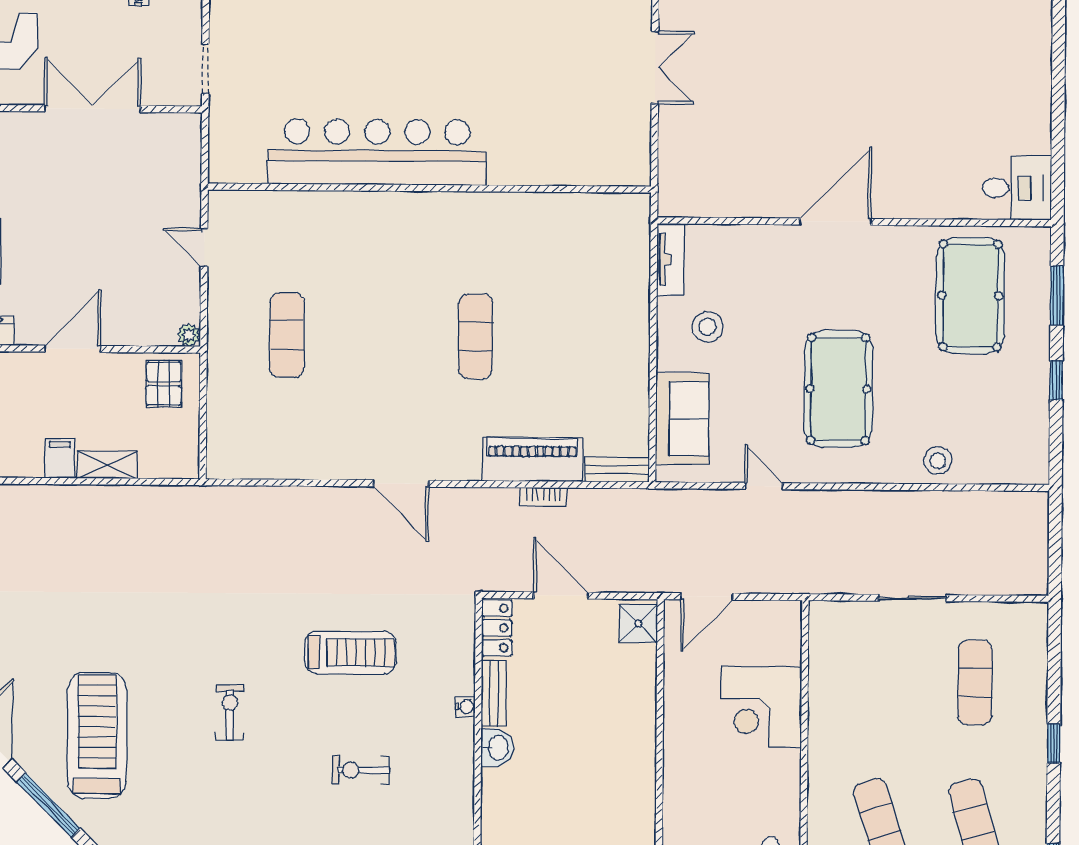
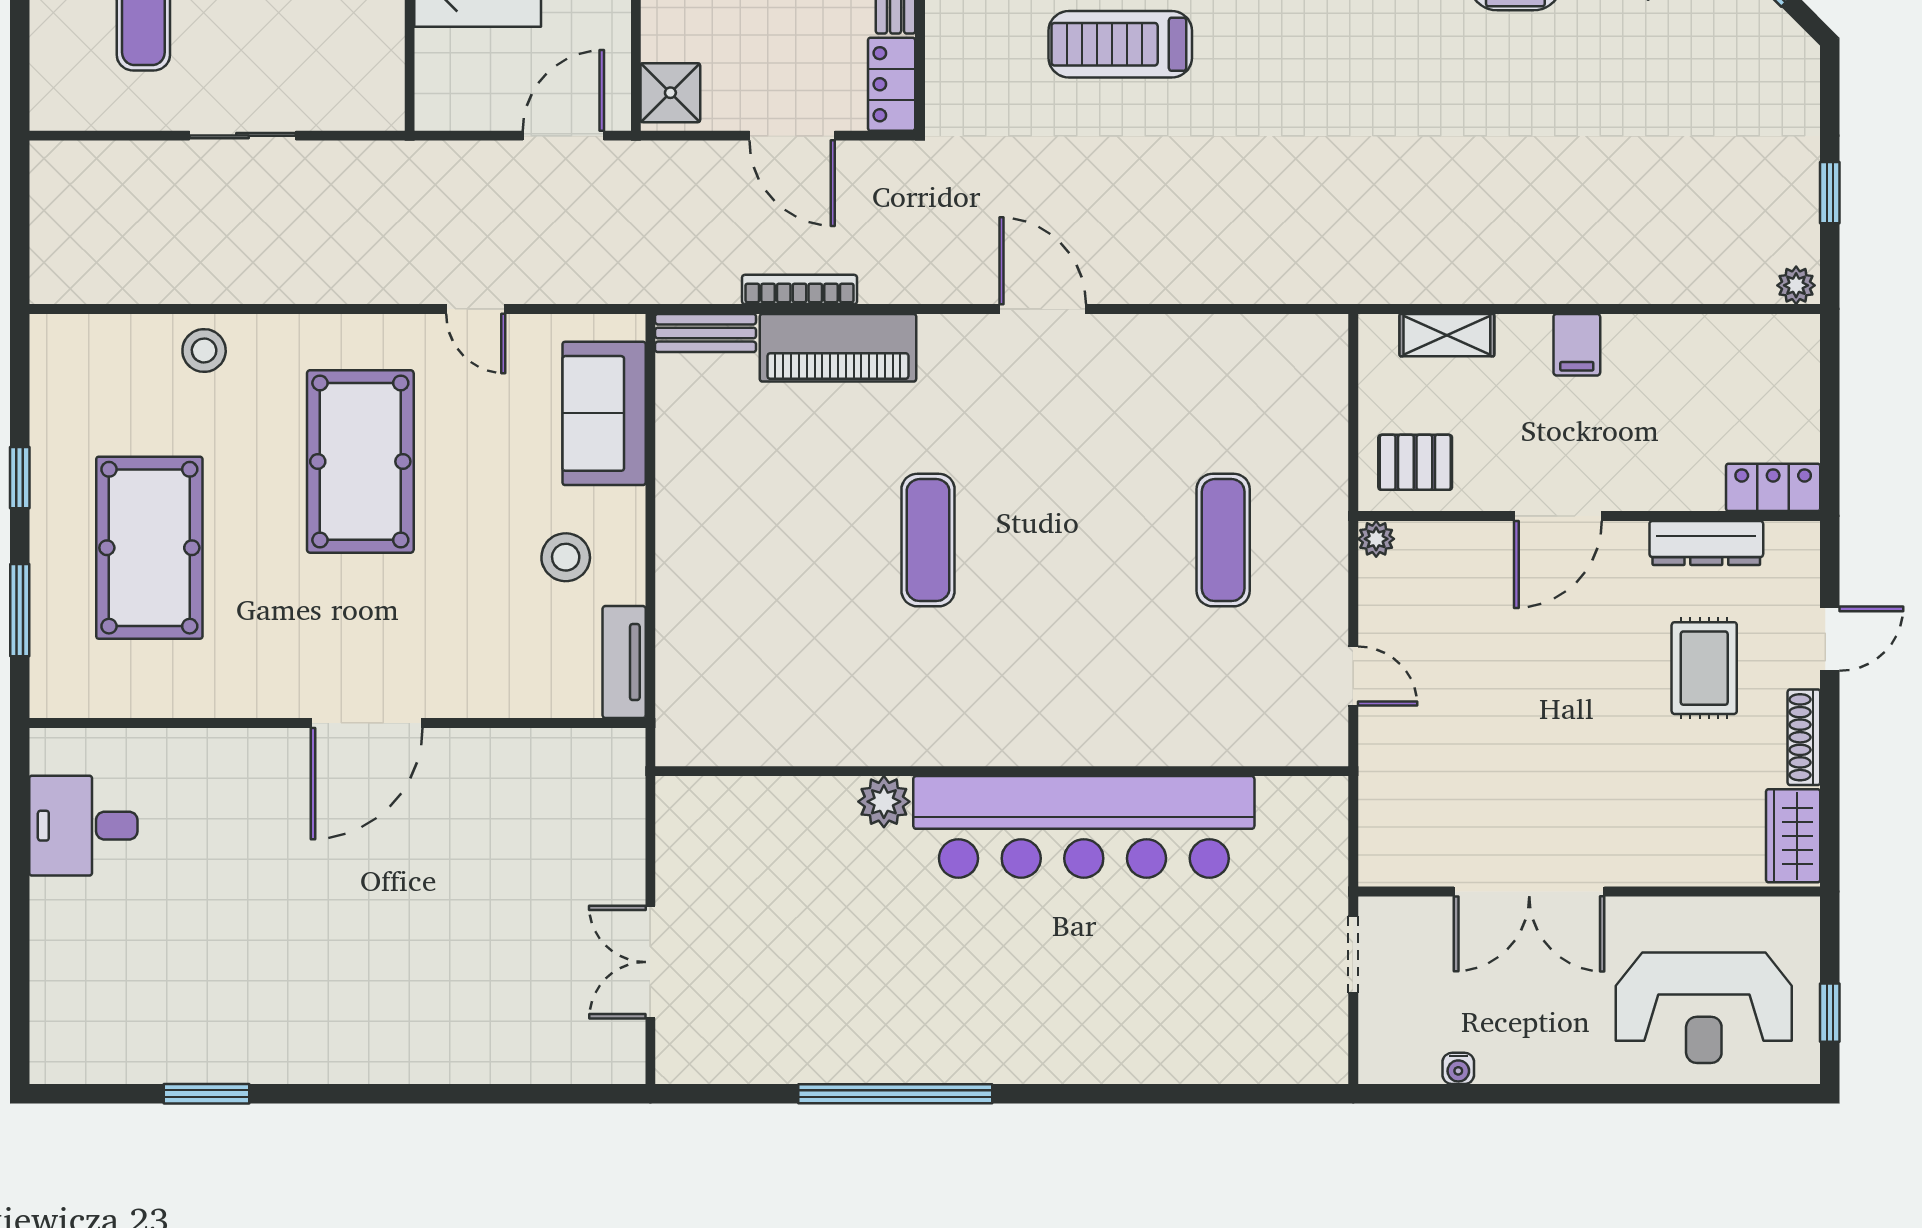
plant: (505, 169) -> (884, 802), added
desk: (1017, 188) -> (83, 826), moved
pool table: (970, 295) -> (149, 548), moved
pallet: (164, 384) -> (1415, 462), turned 90
shelving: (107, 465) -> (1447, 335), moved
bookcase: (543, 497) -> (800, 289), width x1.56

